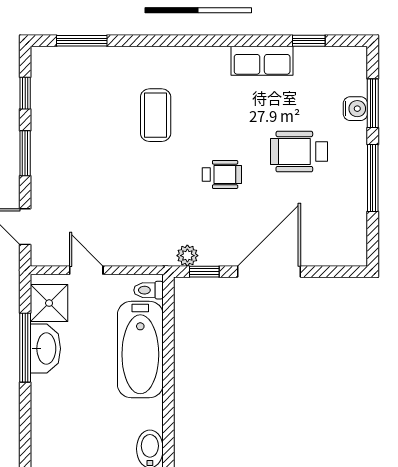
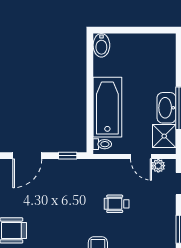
wheelchair: (222, 174) -> (117, 204), moved
plant: (187, 256) -> (158, 166), moved
door: (269, 272) -> (27, 156), width x0.73

